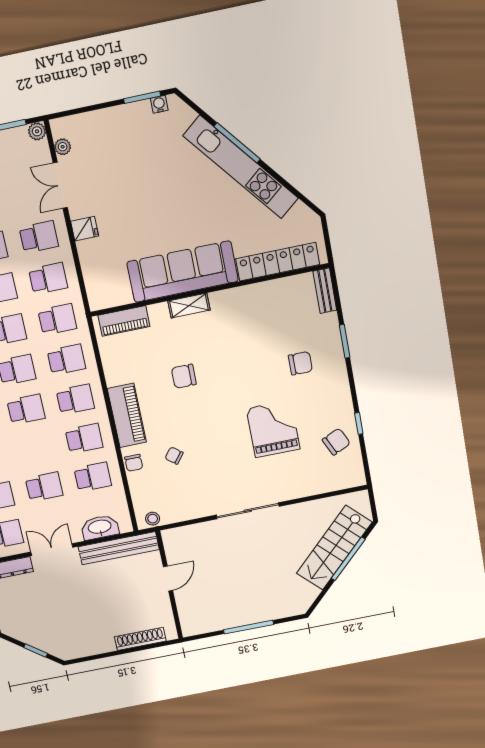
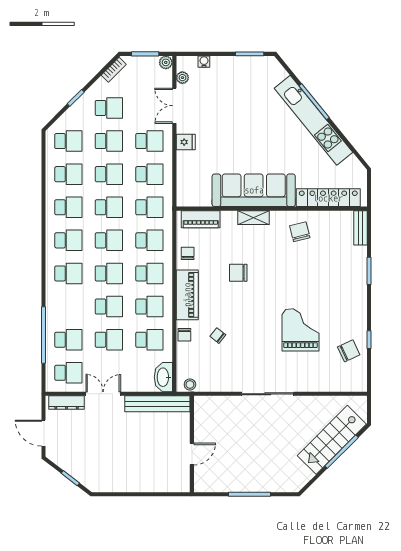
water cooler: (159, 104) -> (204, 62), moved
chair: (300, 363) -> (300, 232), moved, turned -104
chair: (117, 366) -> (188, 253), added
school desk: (35, 448) -> (109, 307), added
washbasin: (100, 527) -> (163, 377), moved, turned -90
door: (168, 579) -> (192, 454), moved
shoe rack: (140, 639) -> (159, 486), removed

